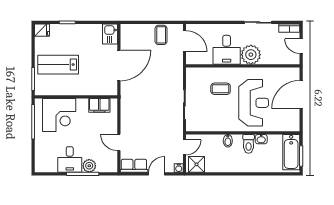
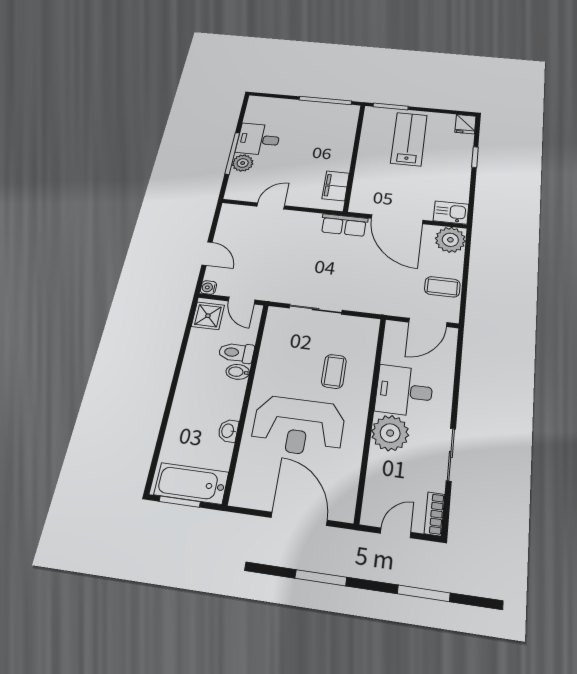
plant: (129, 33) -> (450, 240), added
corner desk: (59, 115) -> (330, 133), removed
toilet: (249, 144) -> (236, 353), moved
row of seats: (134, 166) -> (344, 225), moved, turned 90

